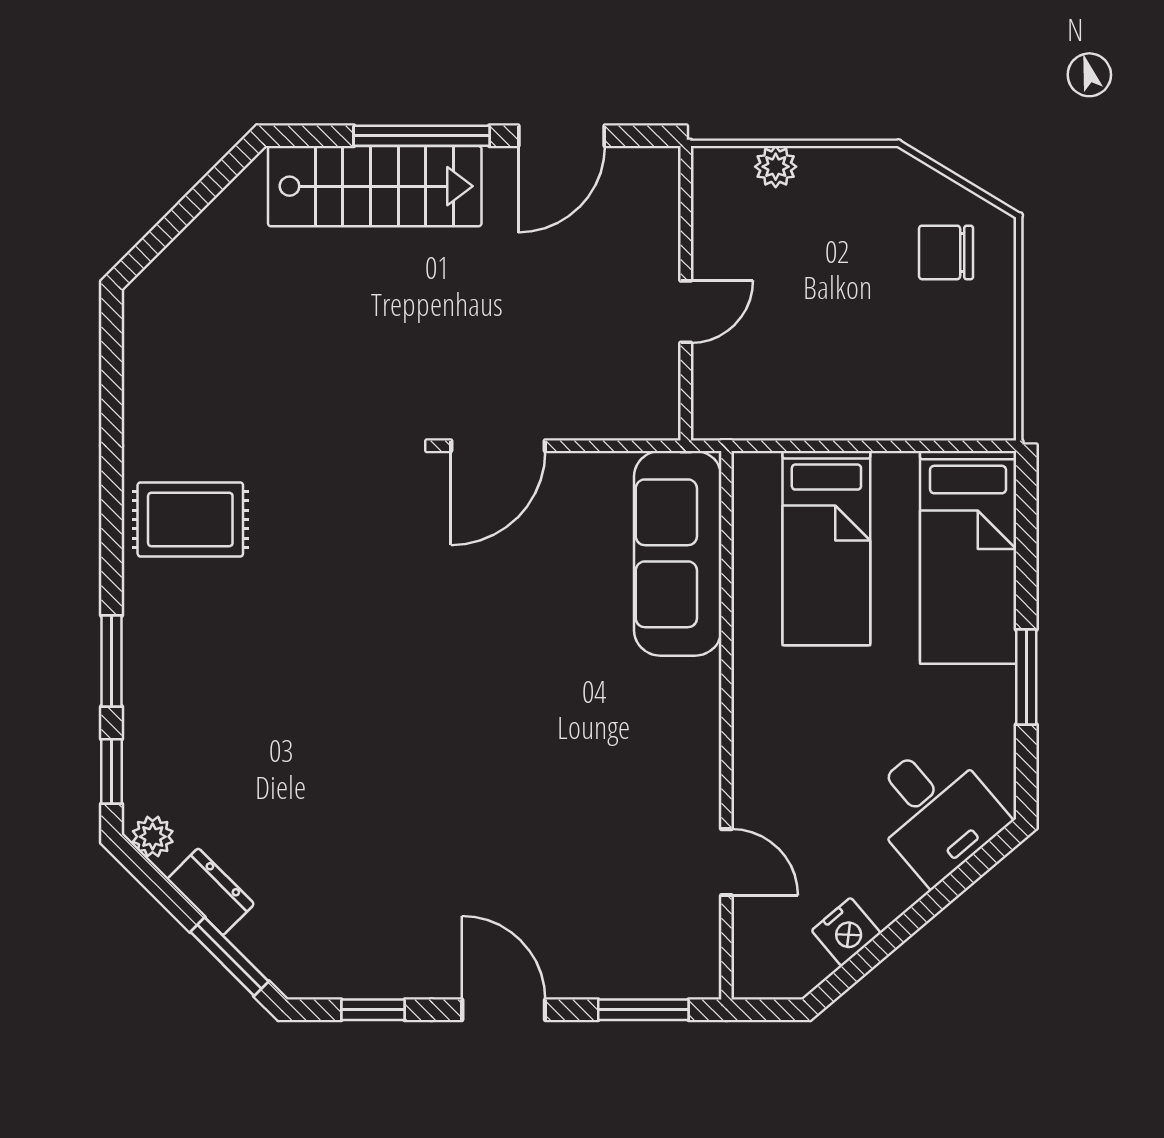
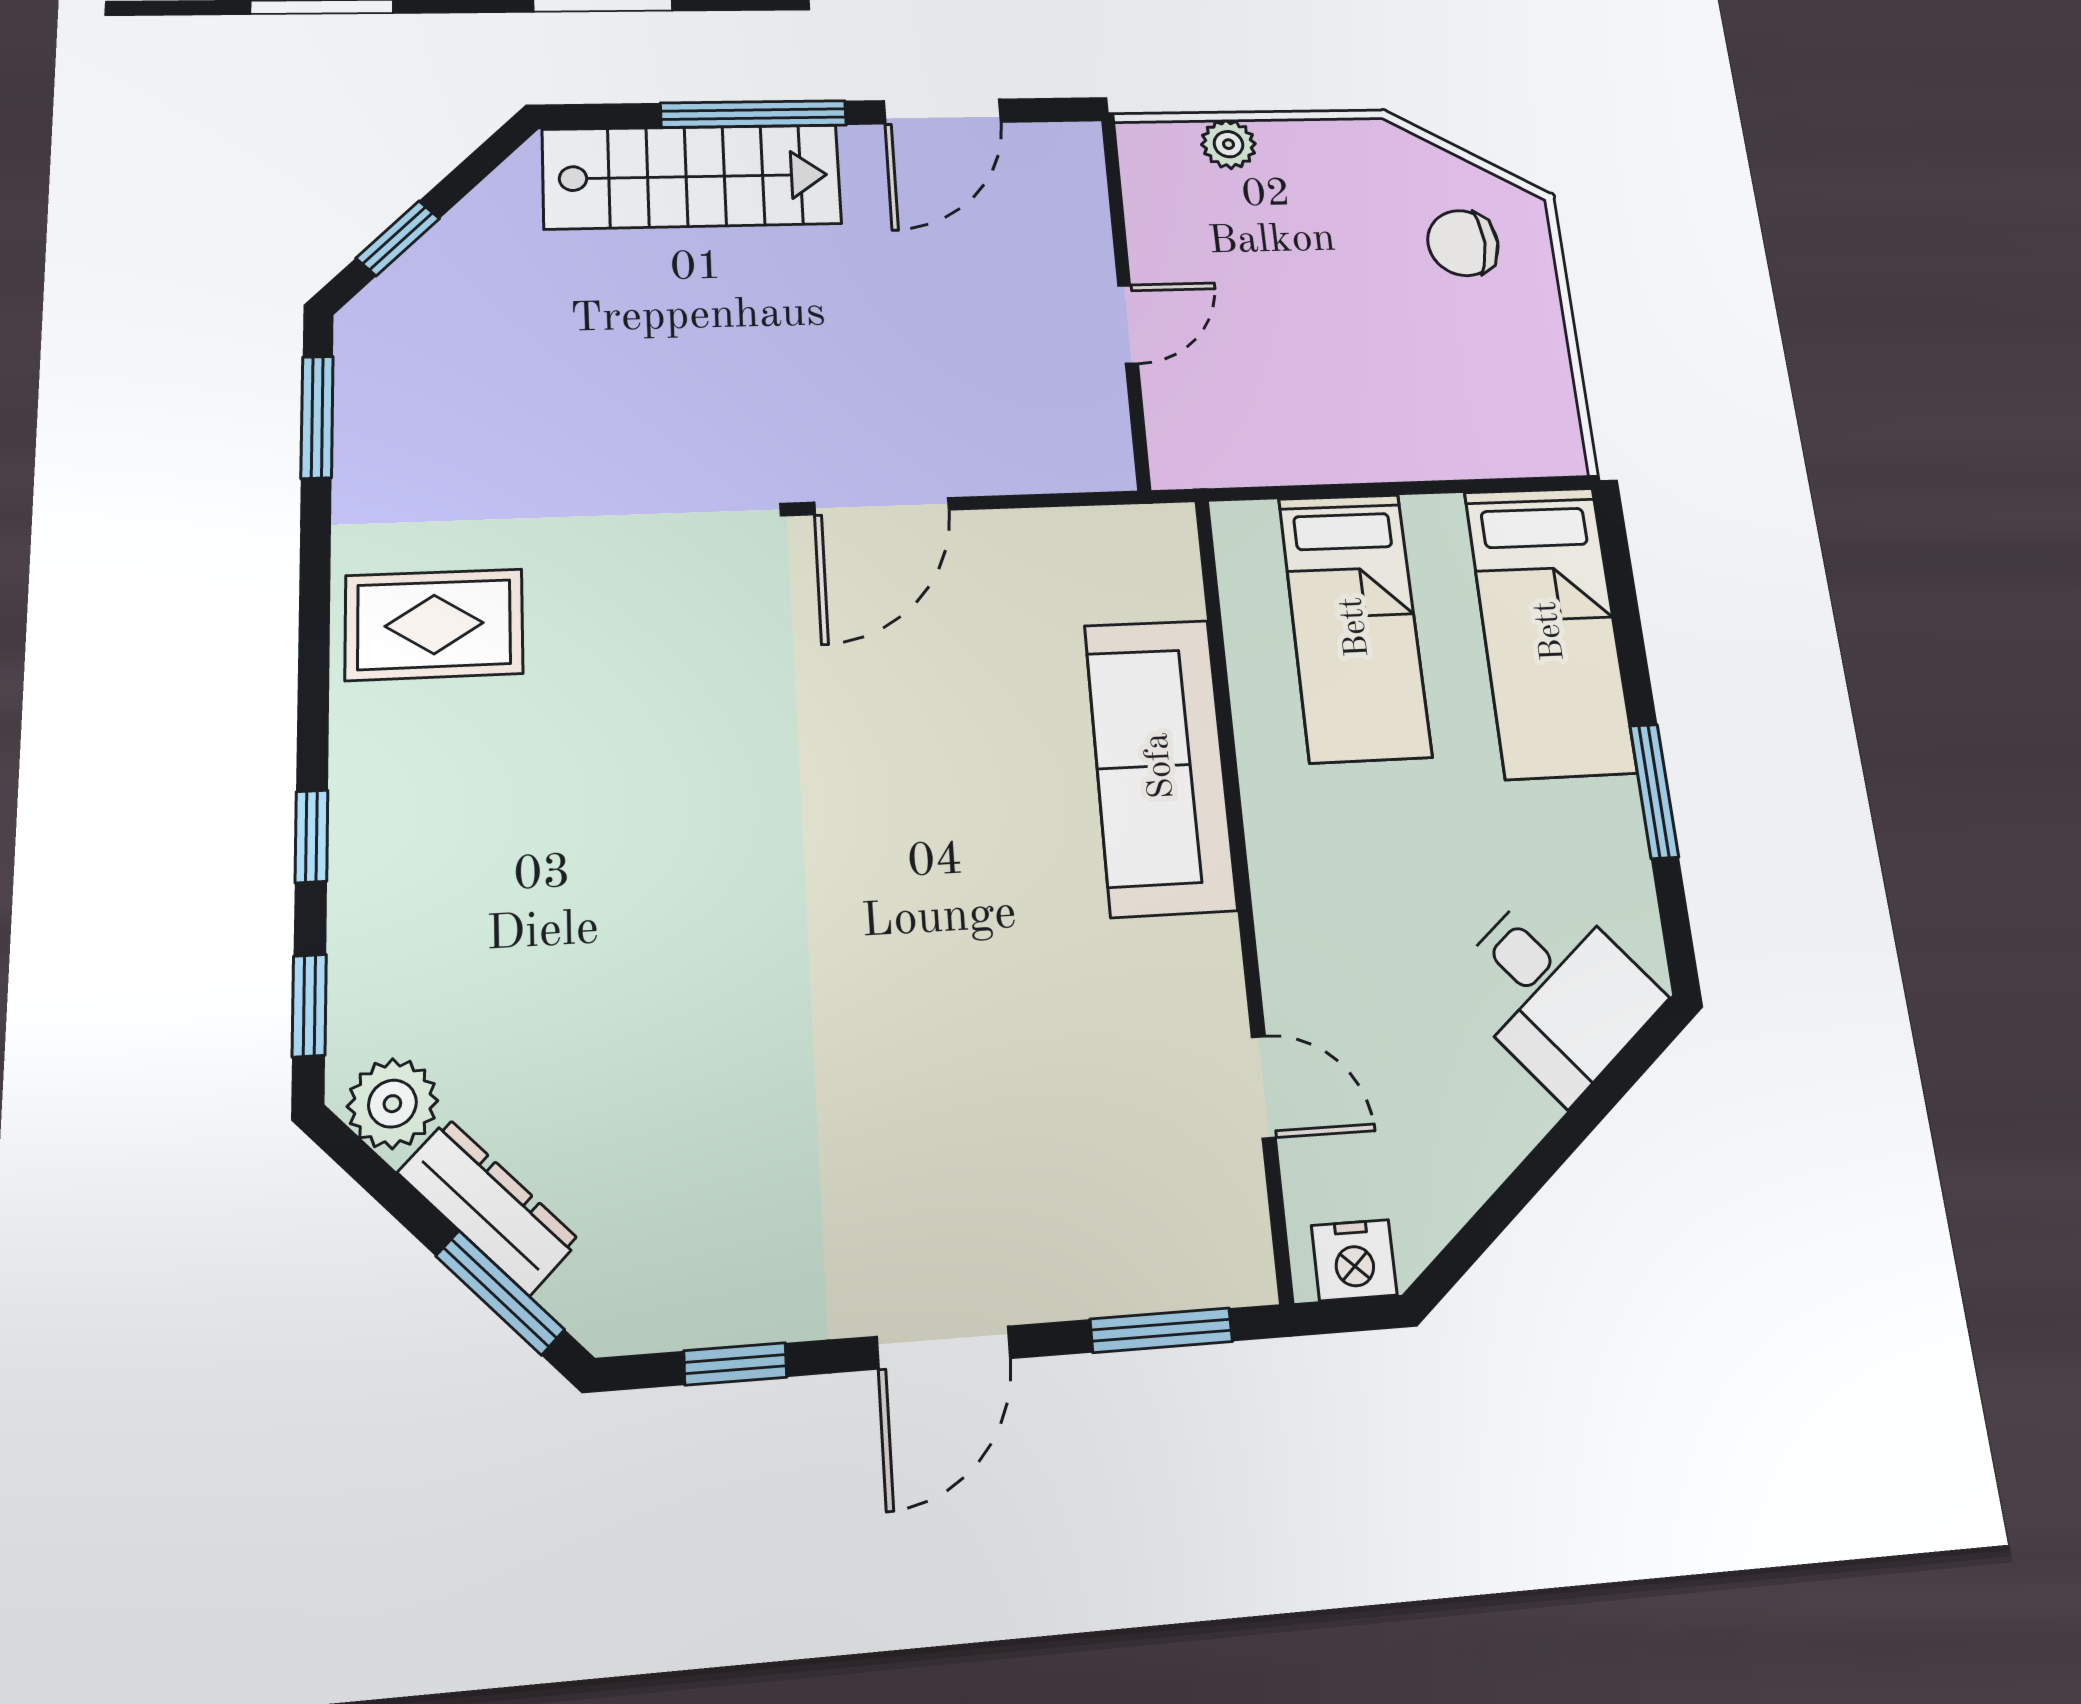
window: (166, 231) -> (398, 238), added
window: (111, 366) -> (317, 417), added
sofa: (678, 553) -> (1160, 766), moved
window: (111, 661) -> (311, 836), width x0.67
plant: (153, 837) -> (392, 1104), width x1.38, depth x1.38
dresser: (211, 892) -> (488, 1206), width x1.44
nightstand: (846, 932) -> (1354, 1260), moved, turned 40
door: (504, 1010) -> (944, 1347), swing flipped

